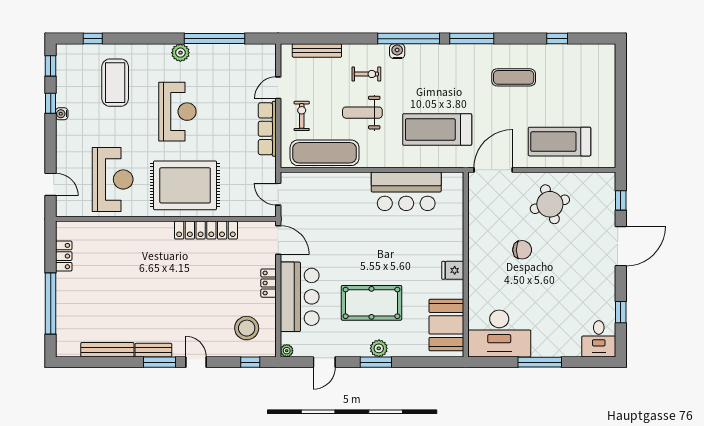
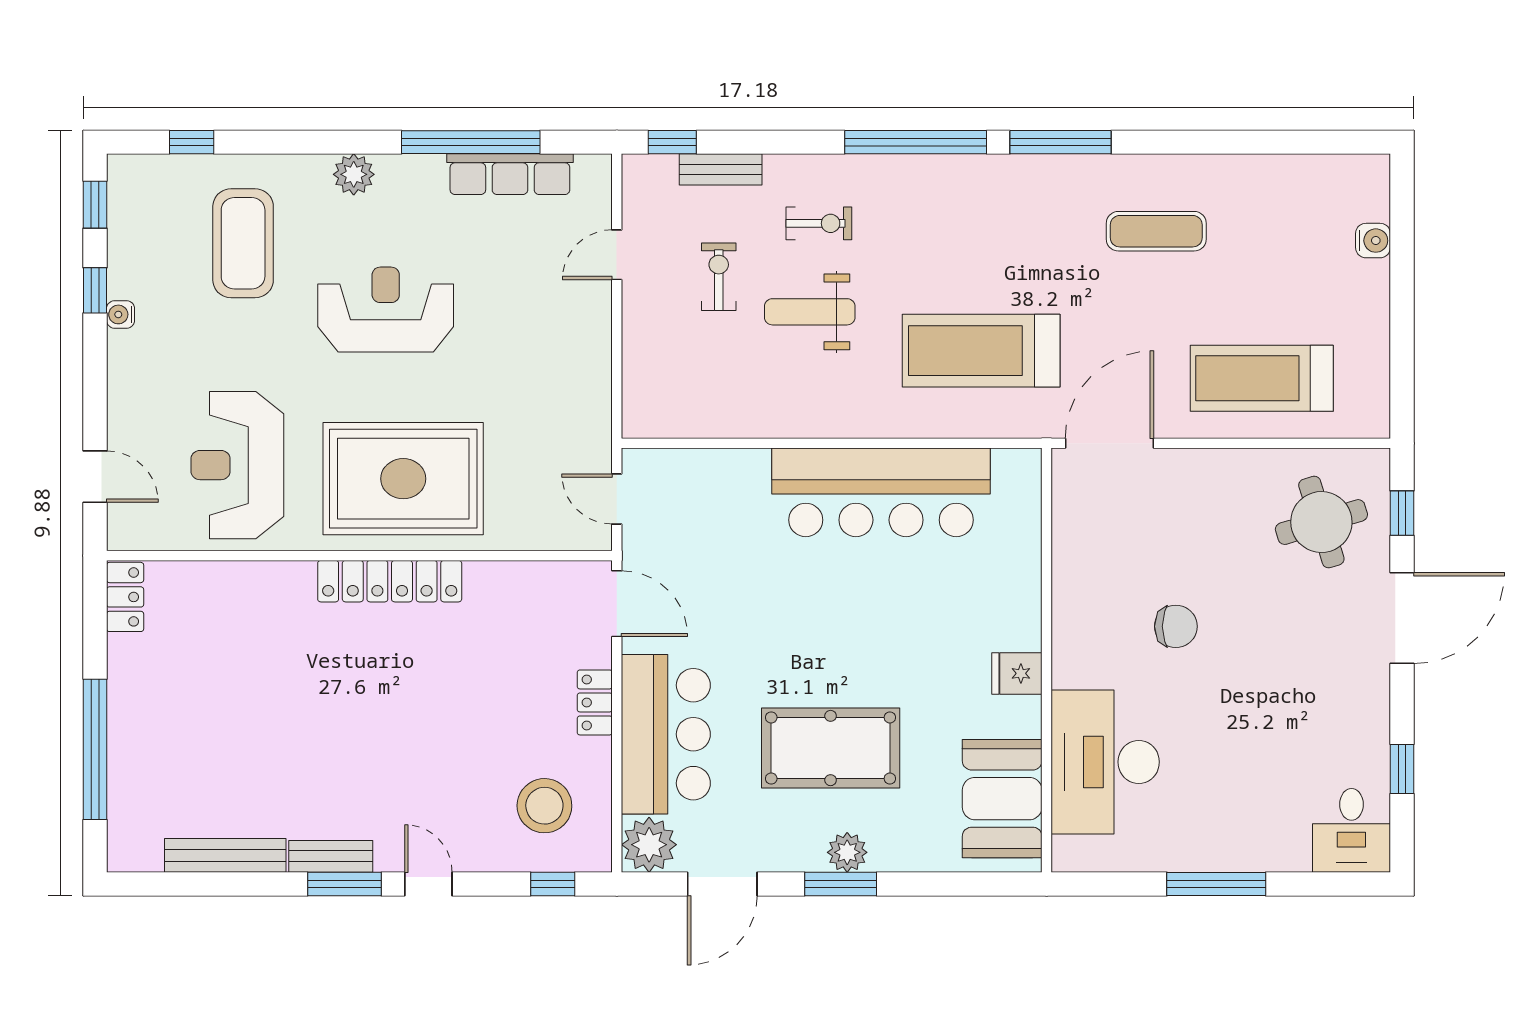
window: (557, 39) -> (672, 142), moved
bench: (317, 50) -> (721, 169), width x0.73
water cooler: (397, 51) -> (1373, 241), moved, turned 90
plant: (180, 53) -> (354, 174), moved
reception desk: (177, 112) -> (386, 310), turned -90
exercise bike: (302, 116) -> (719, 277), moved
row of seats: (267, 129) -> (510, 174), moved, turned -90
exercise mat: (325, 153) -> (723, 404), removed
reception desk: (113, 179) -> (237, 465), turned 180
bar counter: (406, 191) -> (881, 492), width x1.36
round table: (550, 204) -> (1321, 522), moved
locker: (206, 230) -> (390, 581), moved
locker: (64, 256) -> (125, 597), moved
desk: (499, 334) -> (1105, 762), moved, turned 90
plant: (287, 351) -> (649, 845), width x1.88, depth x1.88
door: (324, 362) -> (722, 884), width x1.38

